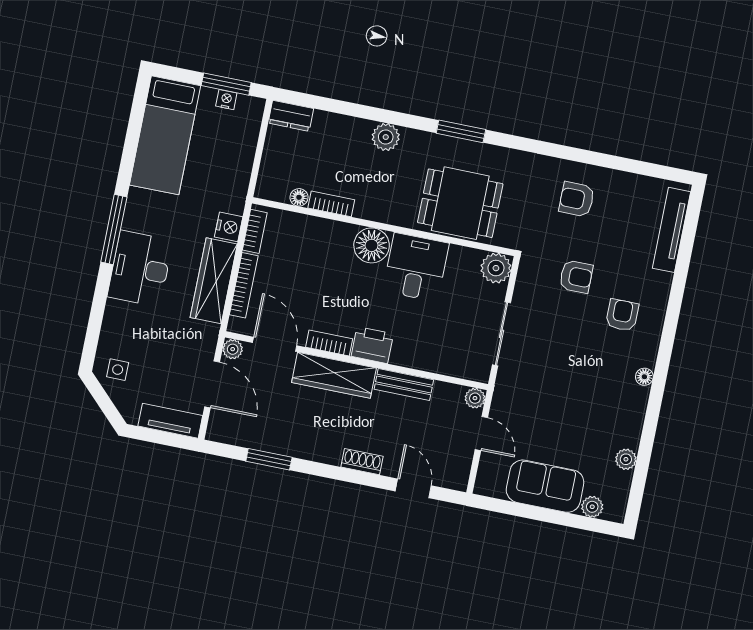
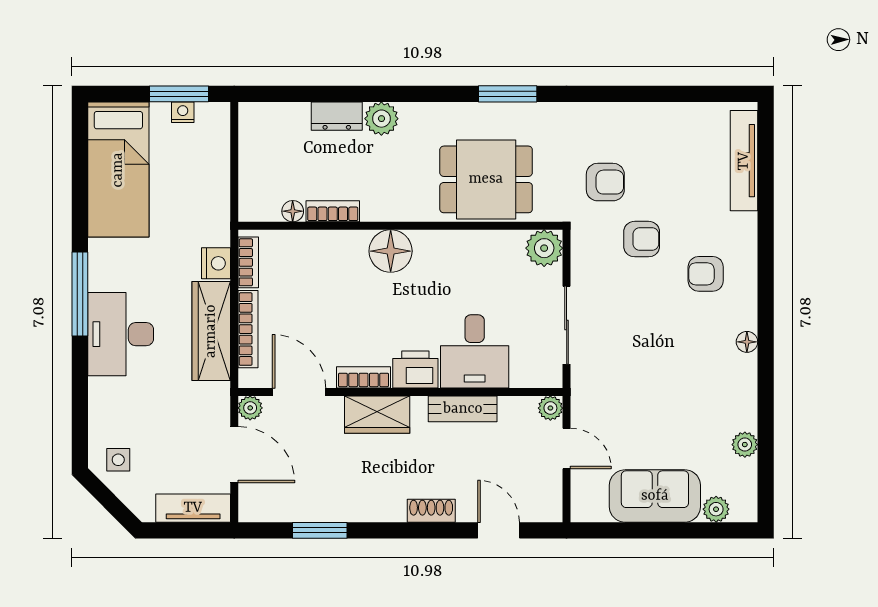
dresser: (291, 116) -> (337, 116), moved
window: (461, 131) -> (508, 94), moved
armchair: (577, 199) -> (605, 182), moved, turned 180
desk: (416, 267) -> (475, 351), moved, turned 180
armchair: (622, 315) -> (706, 274), turned -90
wardrobe: (334, 375) -> (377, 415), width x0.67

